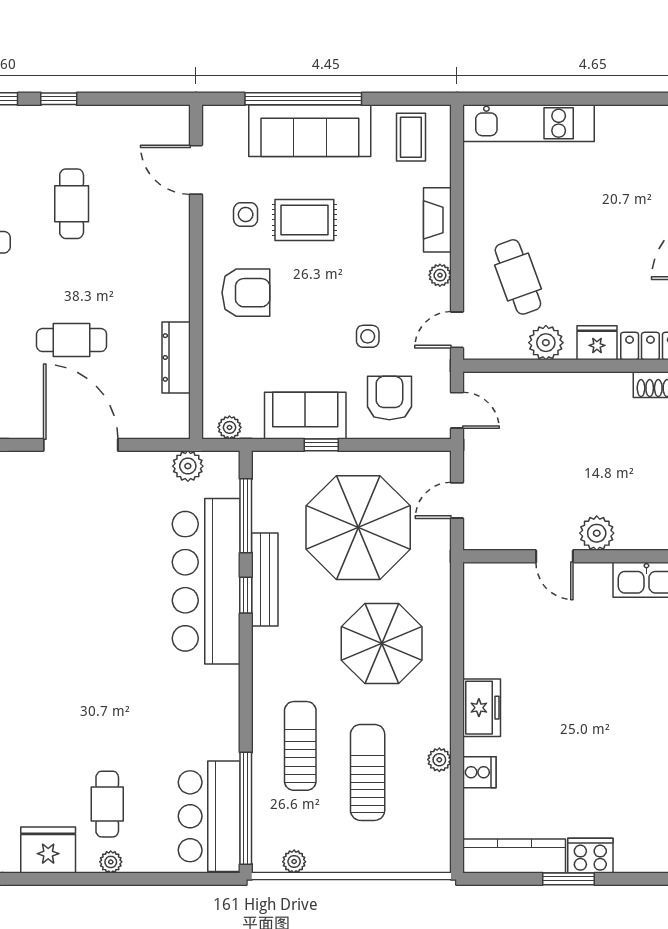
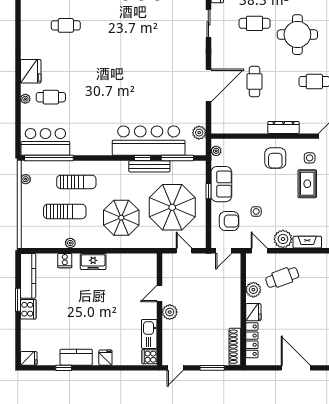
plant: (440, 275) -> (283, 239), width x1.88, depth x1.88
dresser: (176, 357) -> (284, 127), moved

